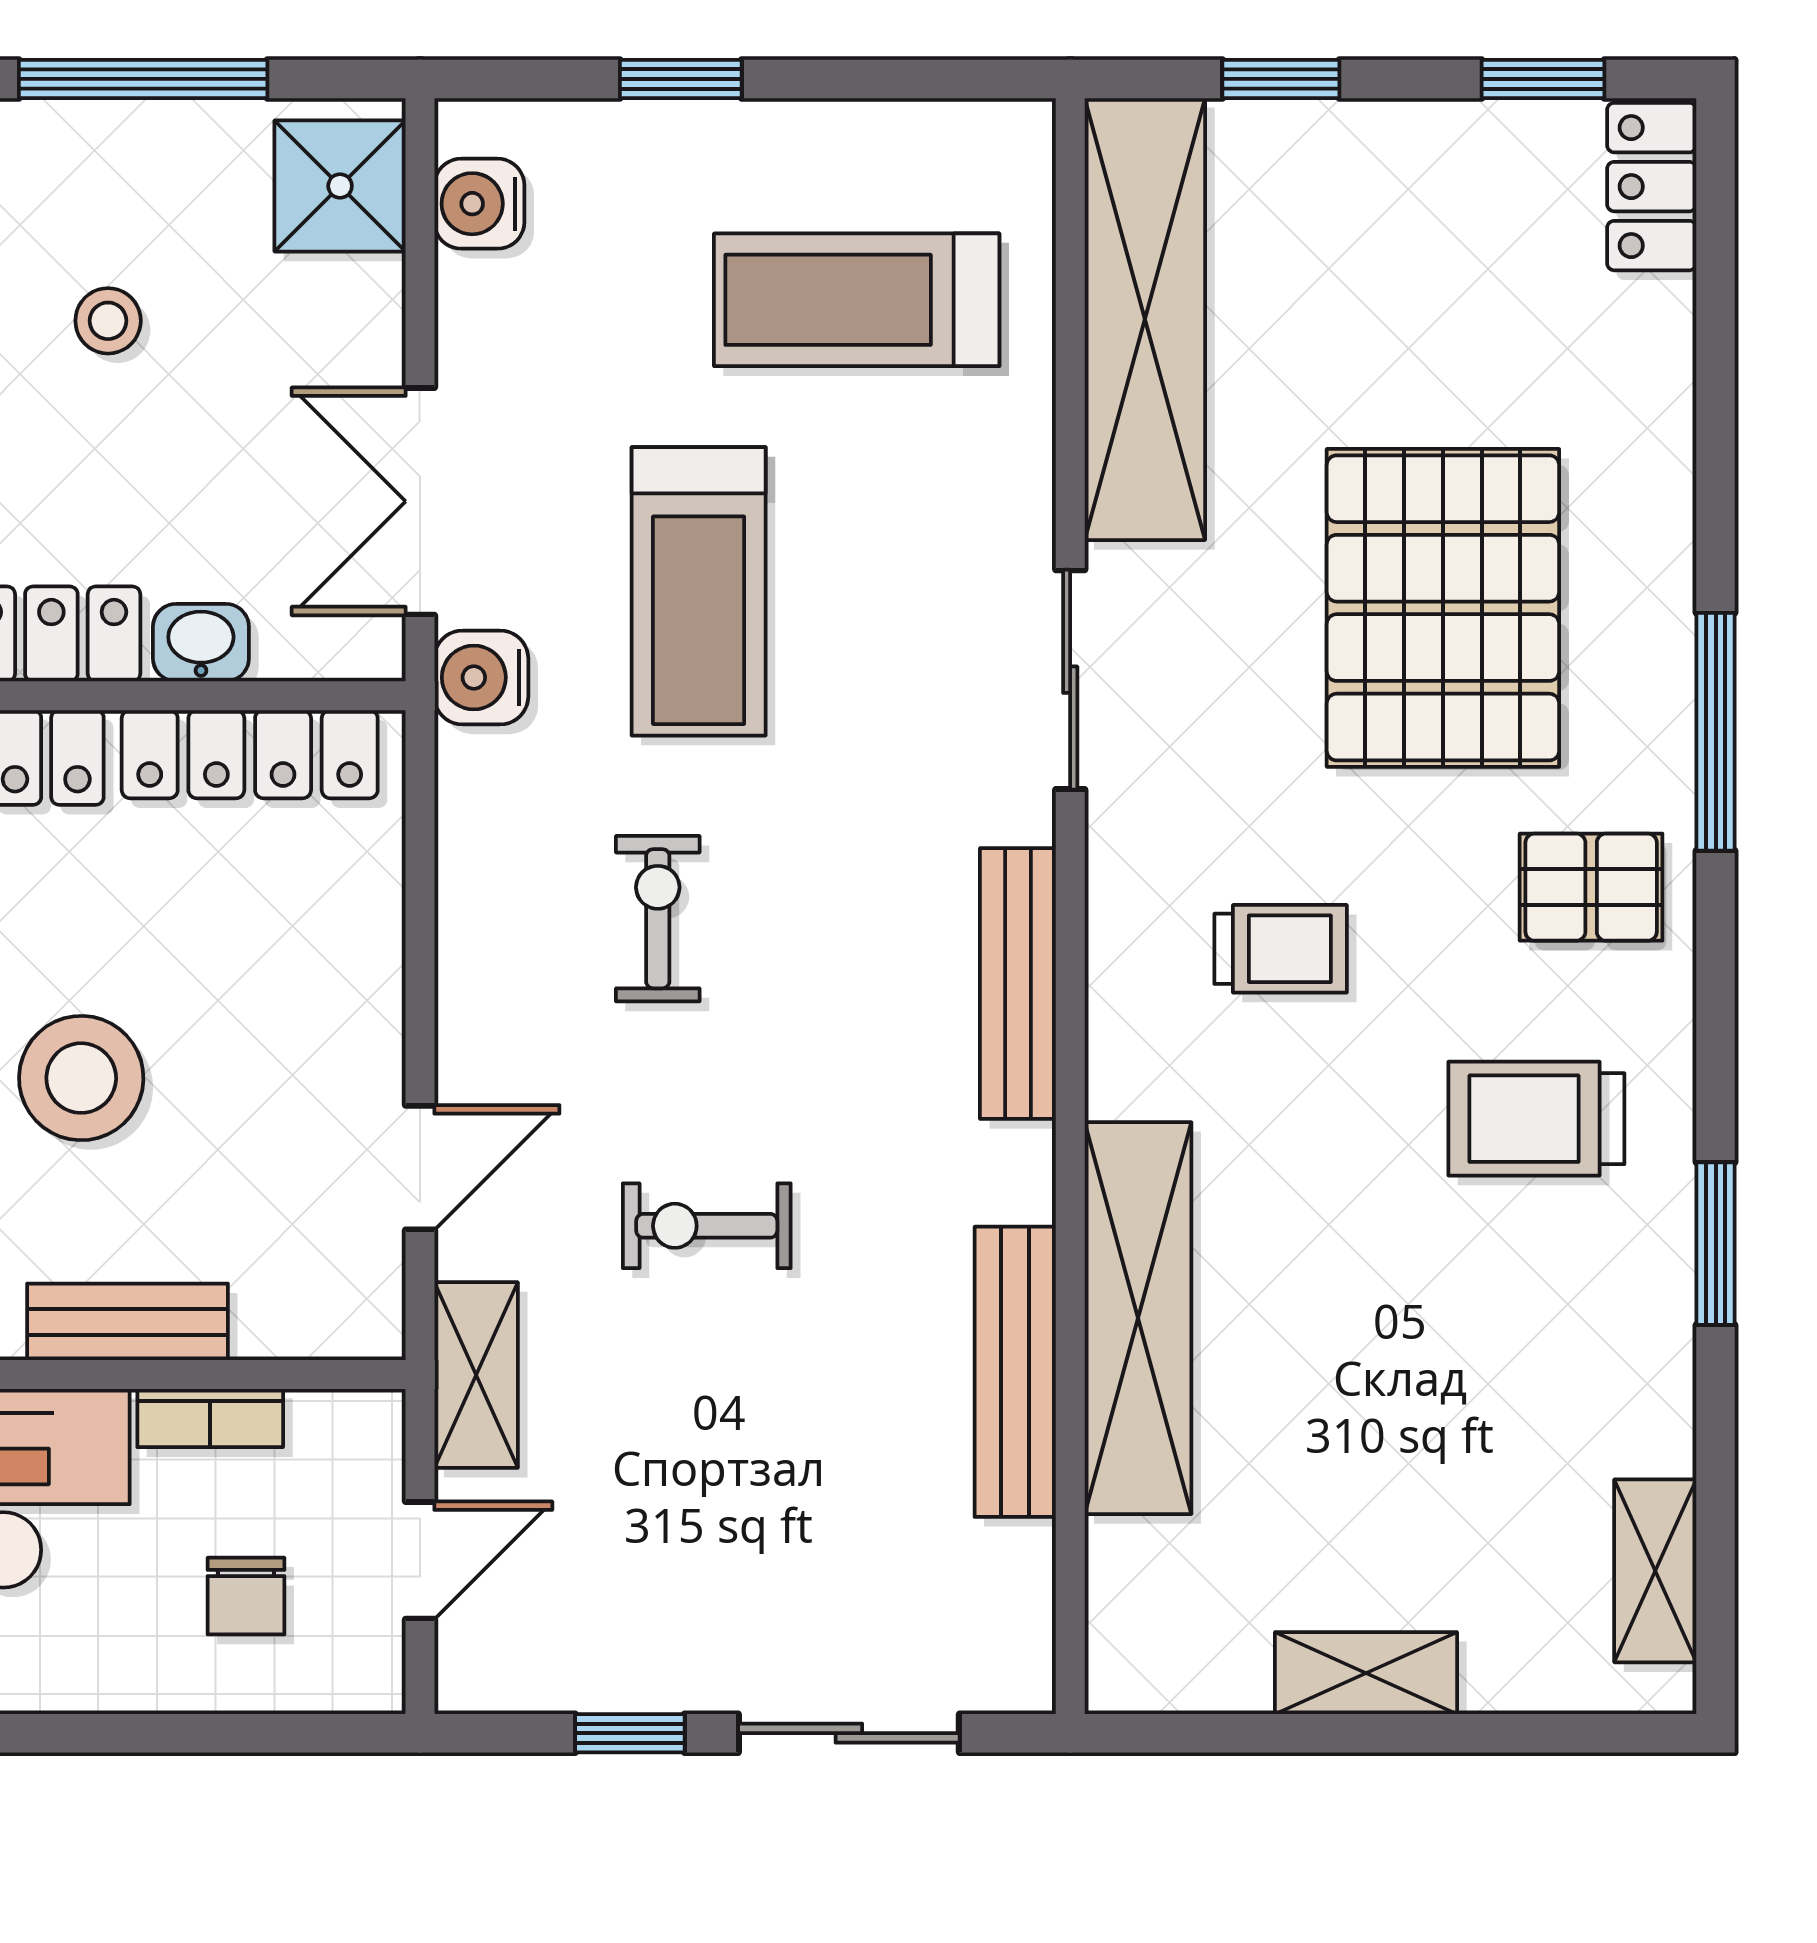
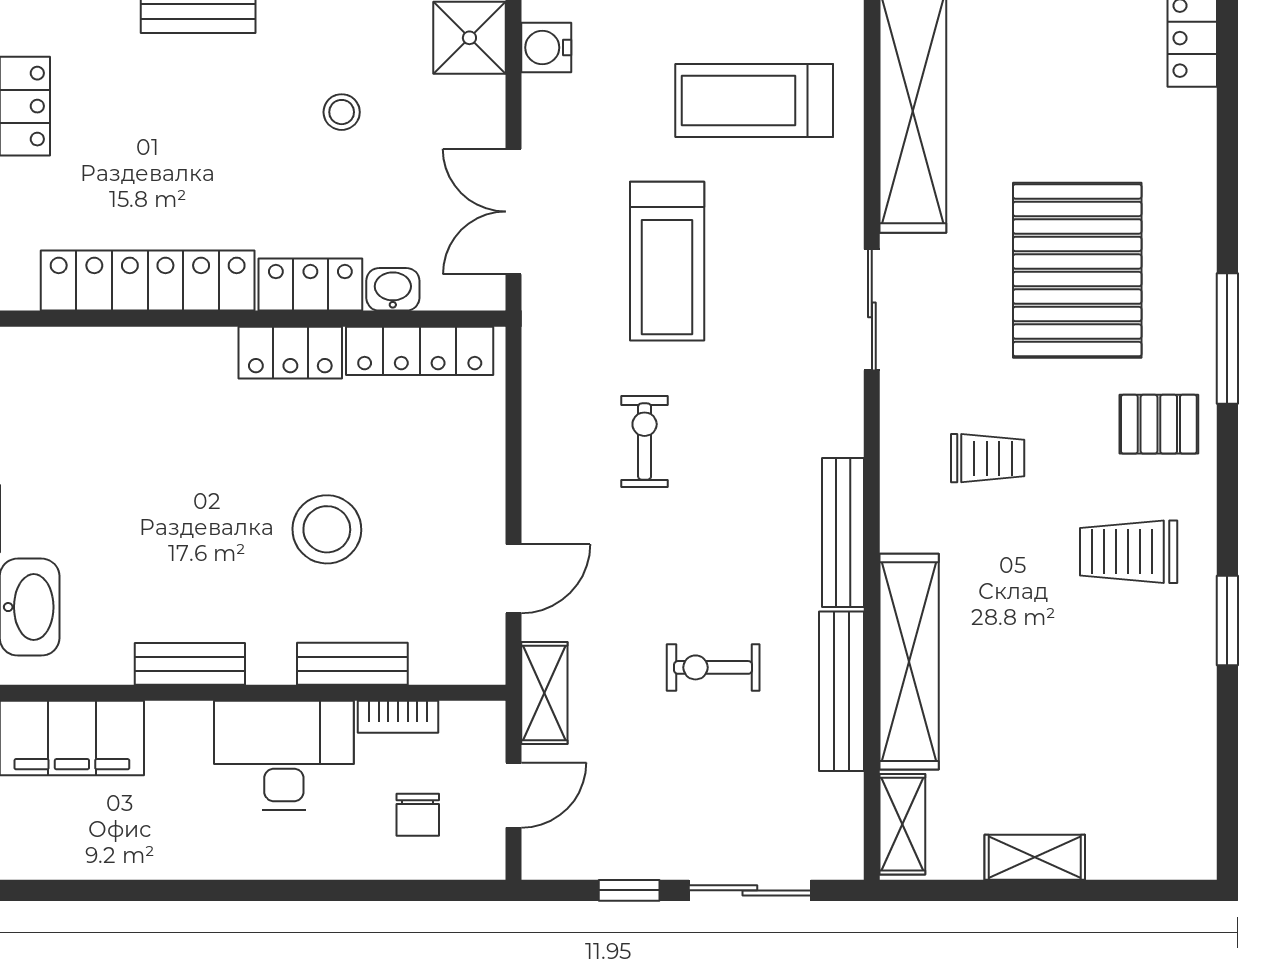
water cooler: (481, 677) -> (547, 309), removed
bench: (1018, 984) -> (843, 532), moved
exercise bike: (707, 1226) -> (713, 667), moved
shelving: (1655, 1571) -> (902, 824), moved

